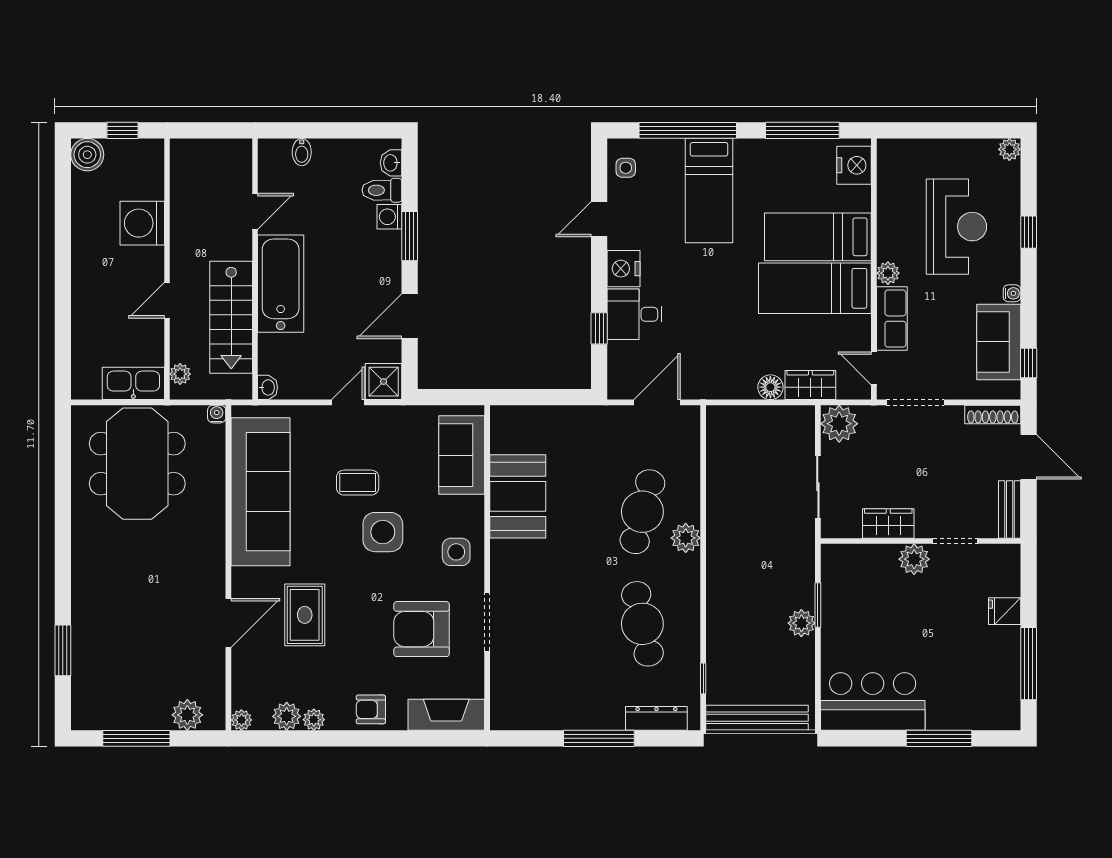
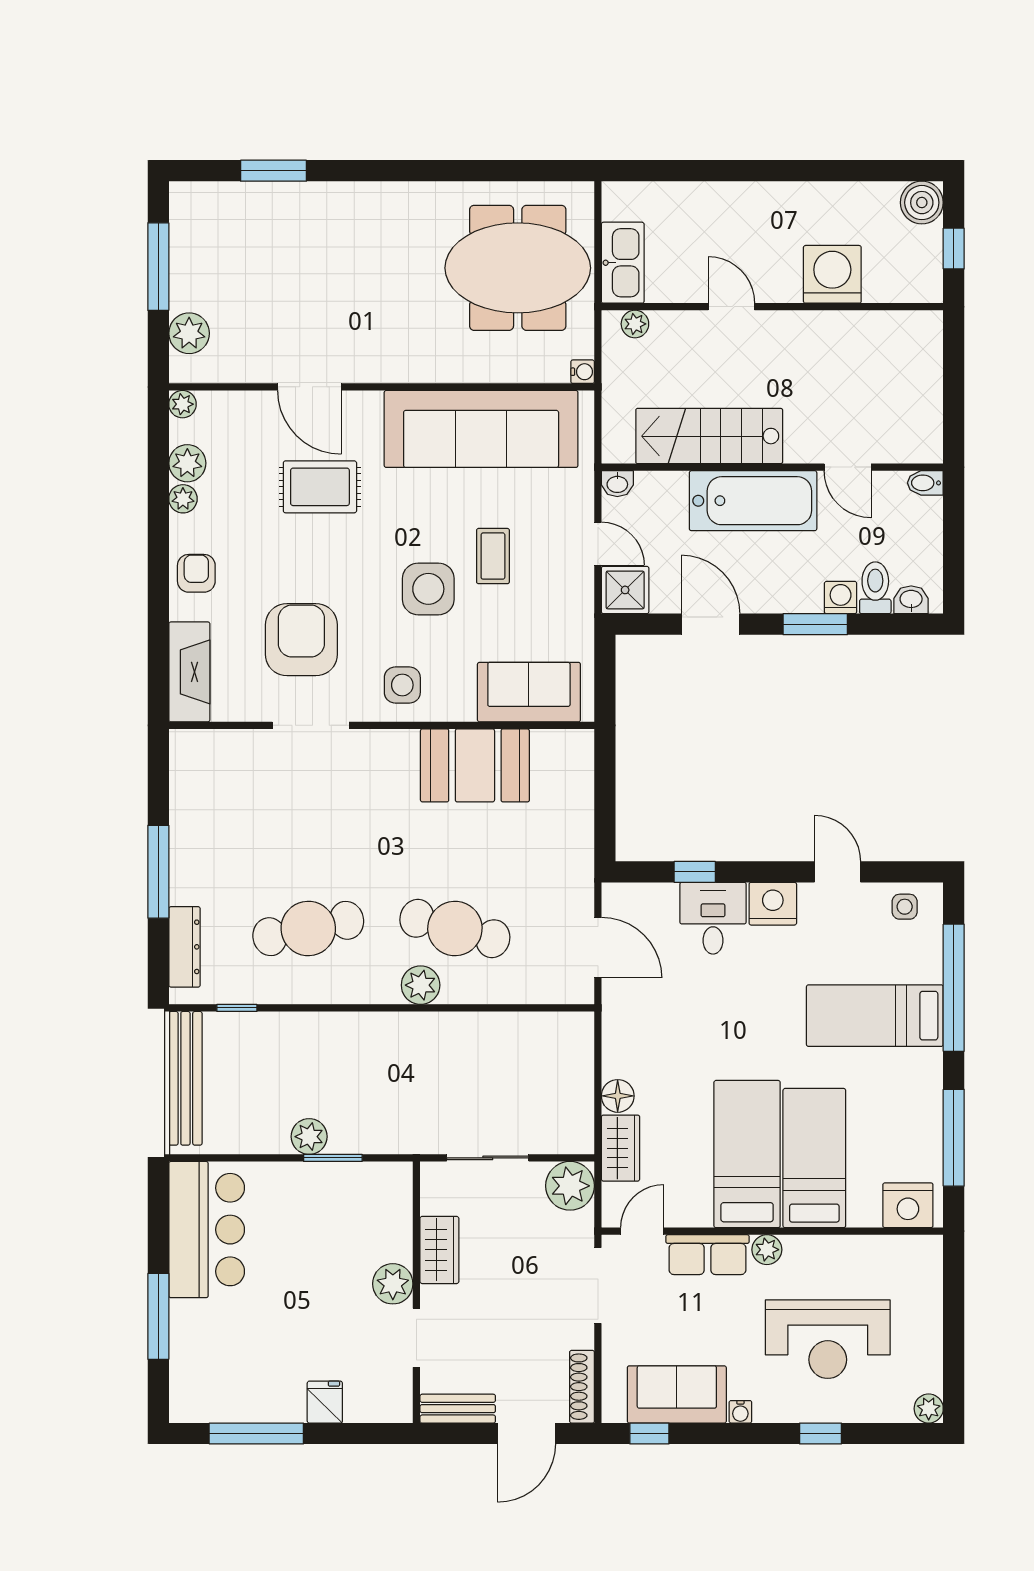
door: (255, 211) -> (848, 467), moved
wall: (255, 269) -> (772, 467), moved
bathtub: (281, 284) -> (753, 501), moved
stairs: (231, 317) -> (709, 436), moved
washbasin: (268, 387) -> (617, 484), moved

